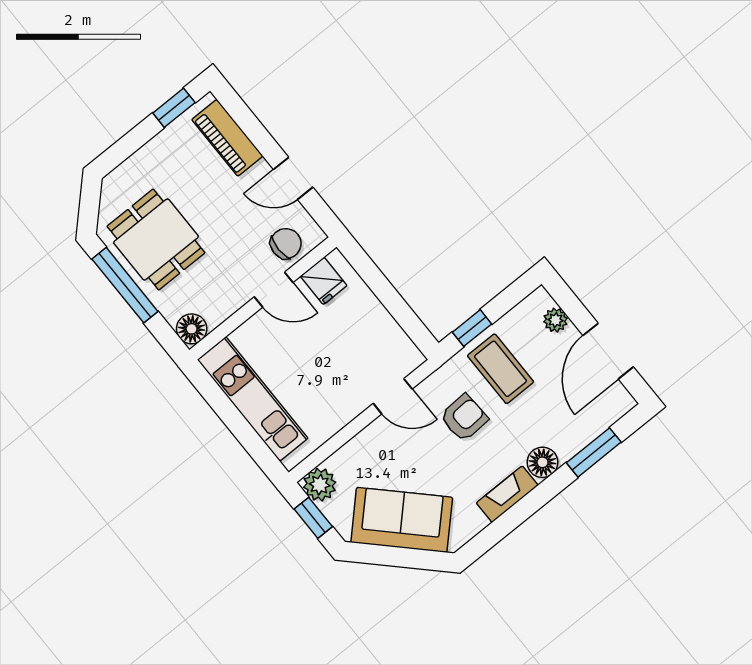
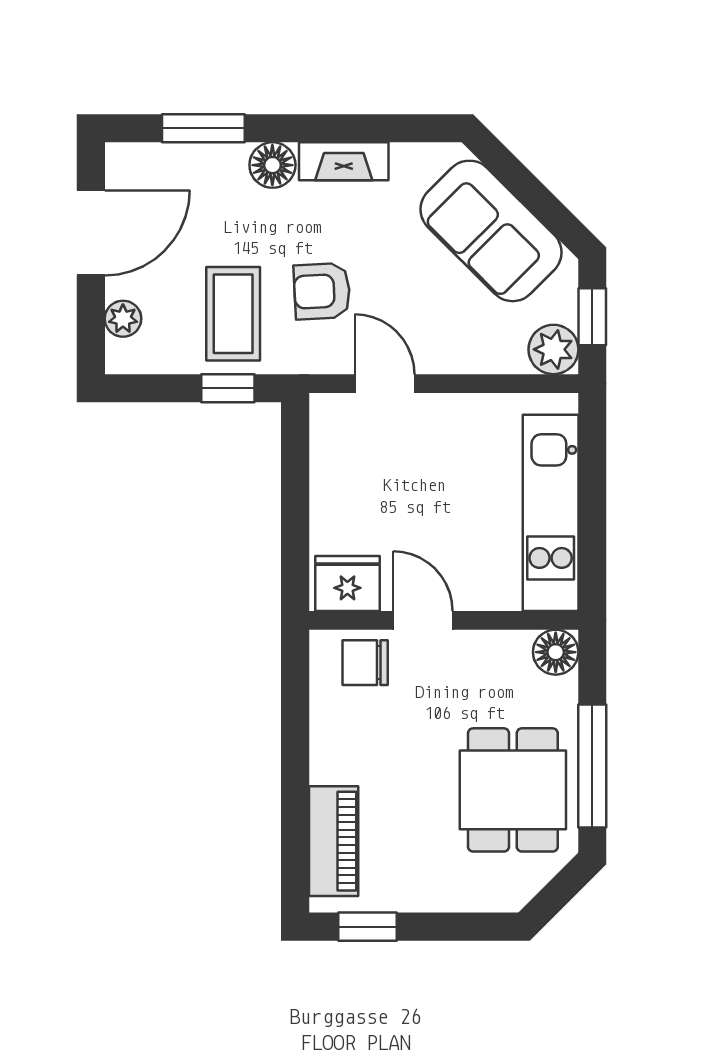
door: (293, 178) -> (295, 732), removed
fridge: (324, 281) -> (347, 583), width x1.38

